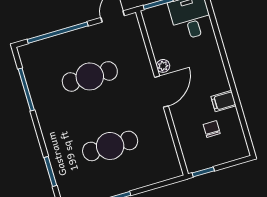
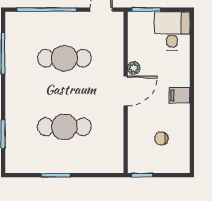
filing cabinet: (224, 101) -> (180, 95), moved
chair: (212, 129) -> (161, 138), turned -90

